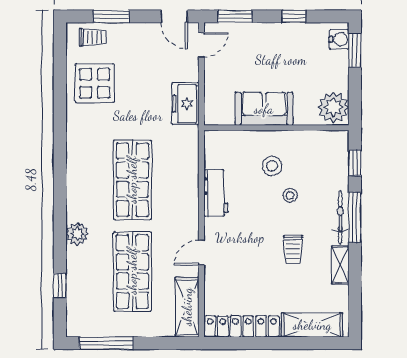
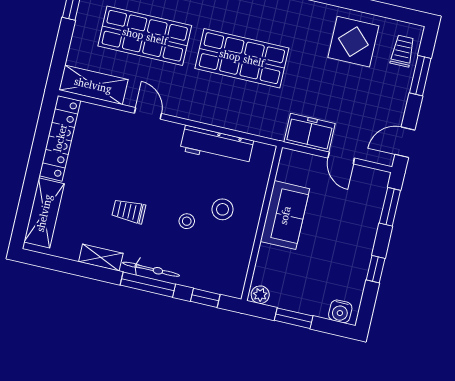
trolley: (93, 37) -> (403, 51), turned 180
door: (201, 45) -> (341, 158), moved
window: (355, 50) -> (294, 318), moved
plant: (333, 107) -> (260, 295), width x0.53, depth x0.53
workbench: (216, 193) -> (217, 145), width x1.37

